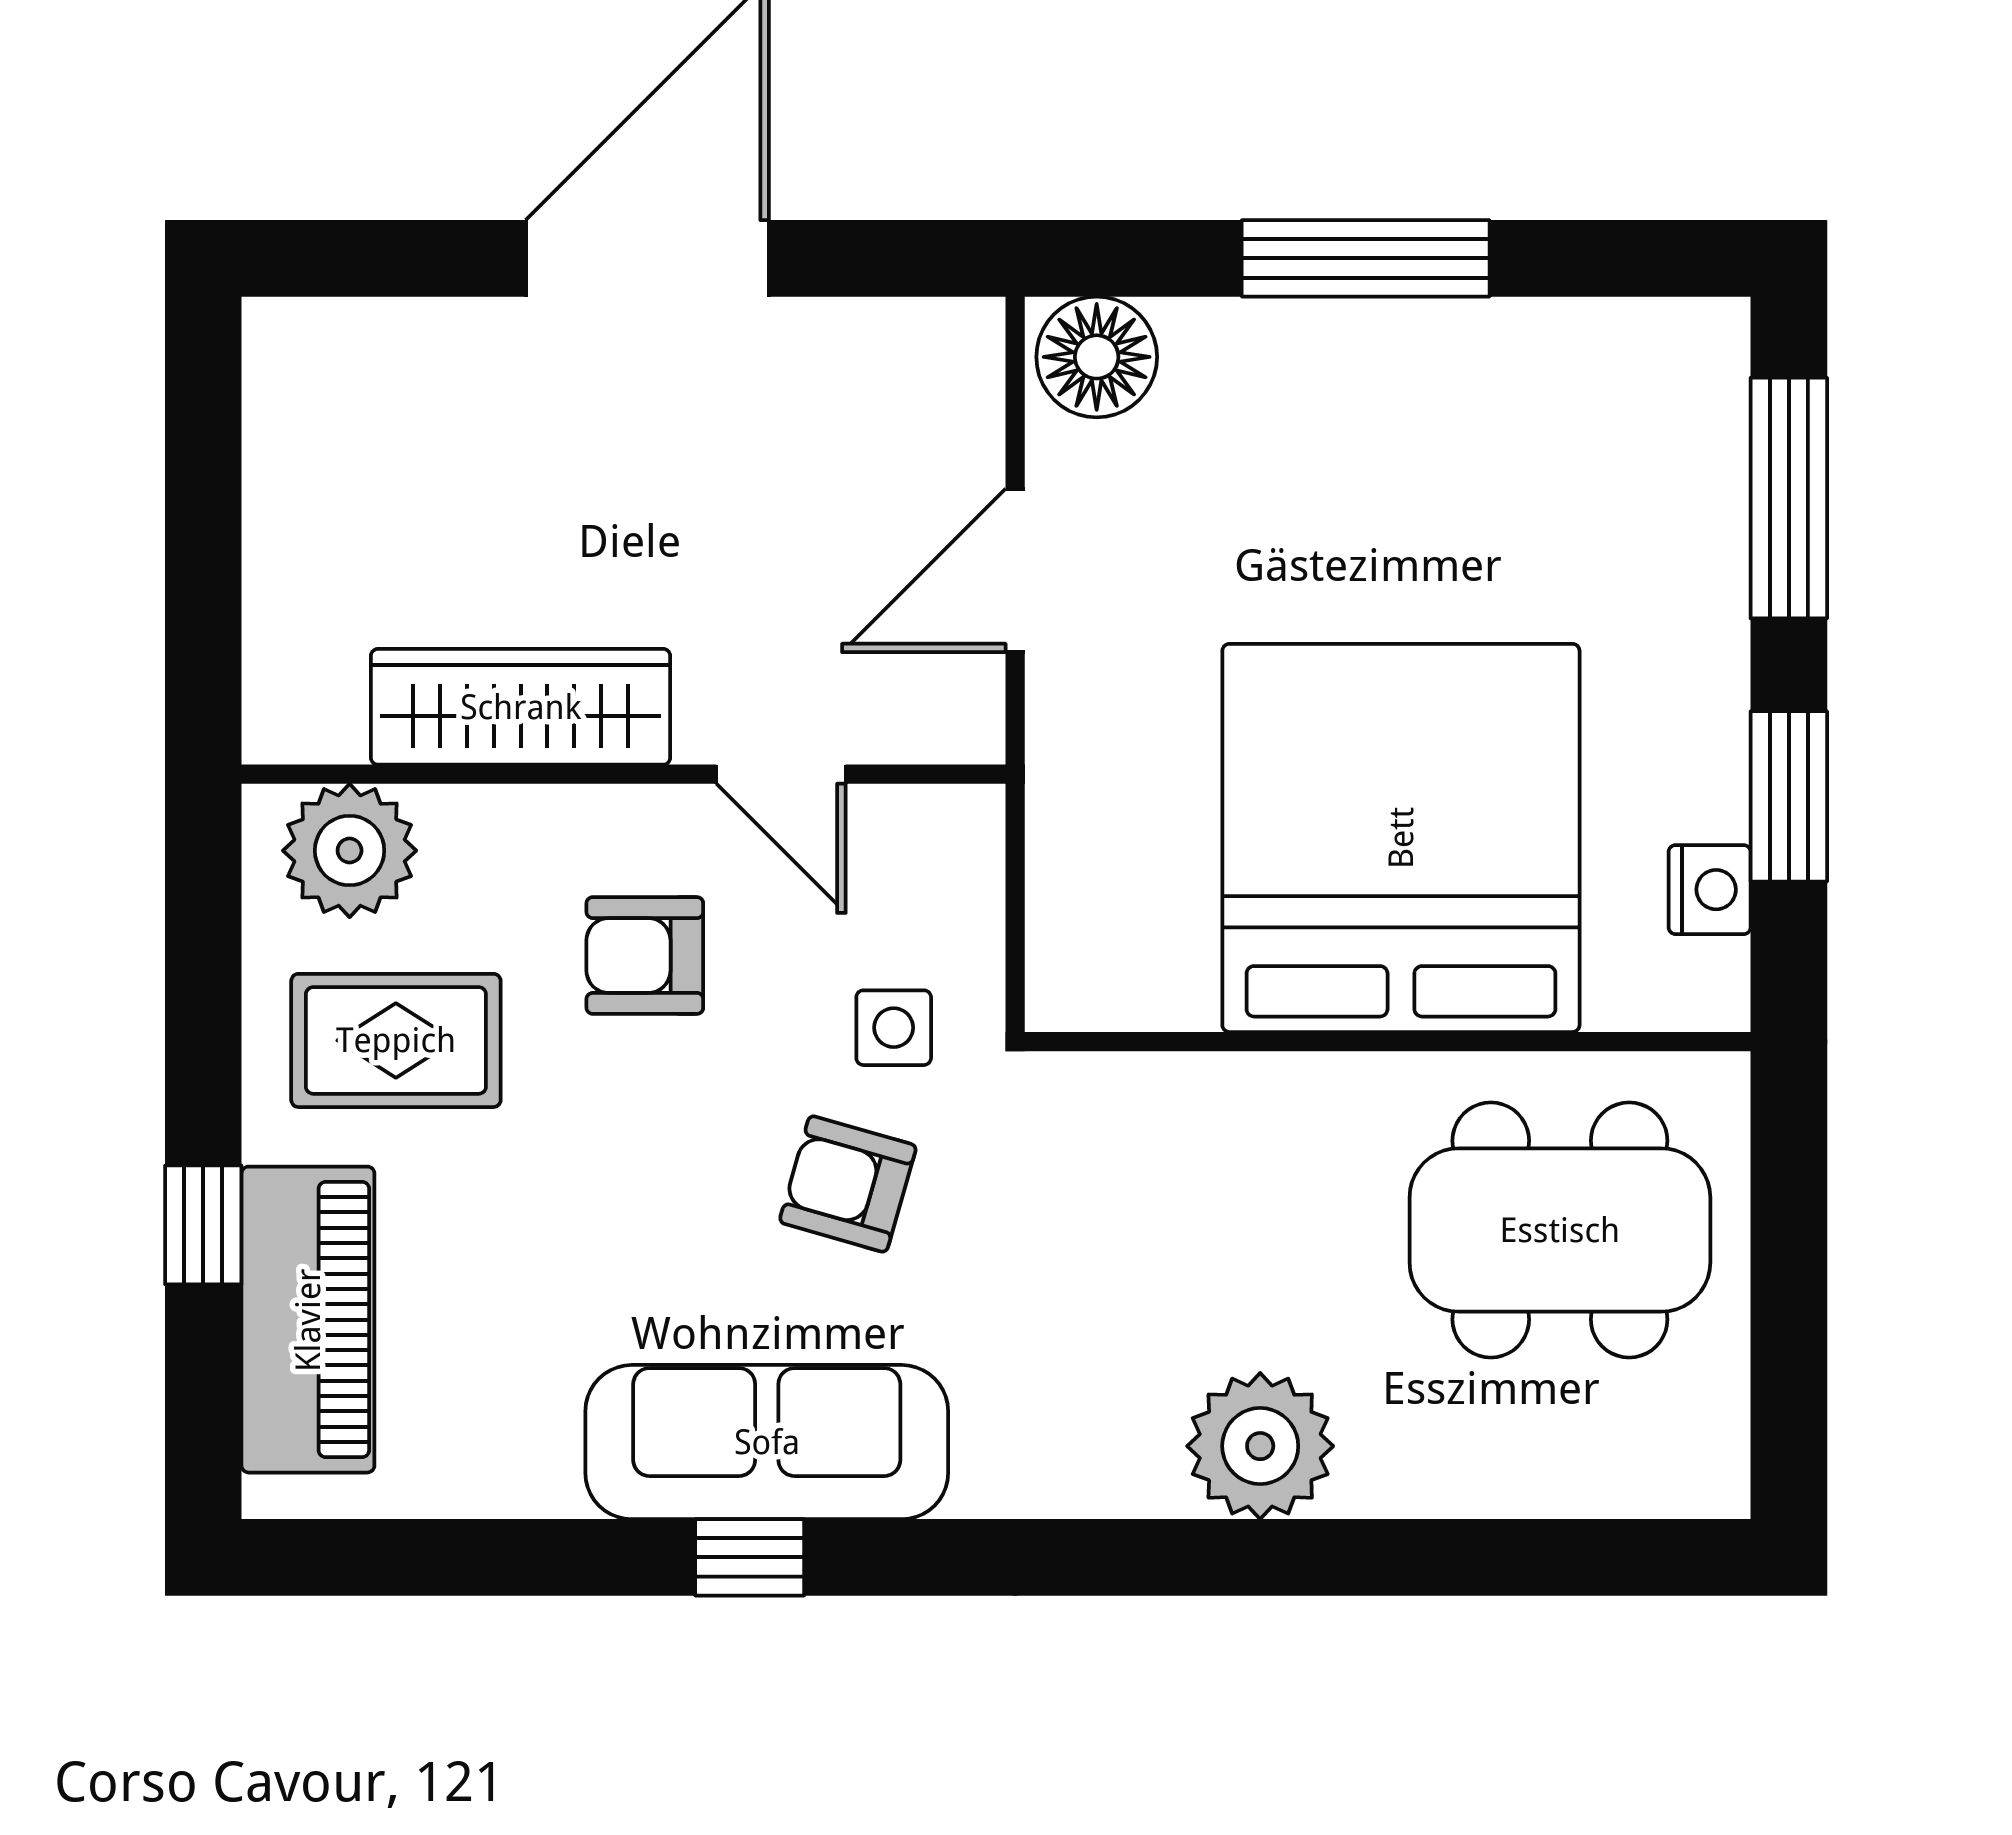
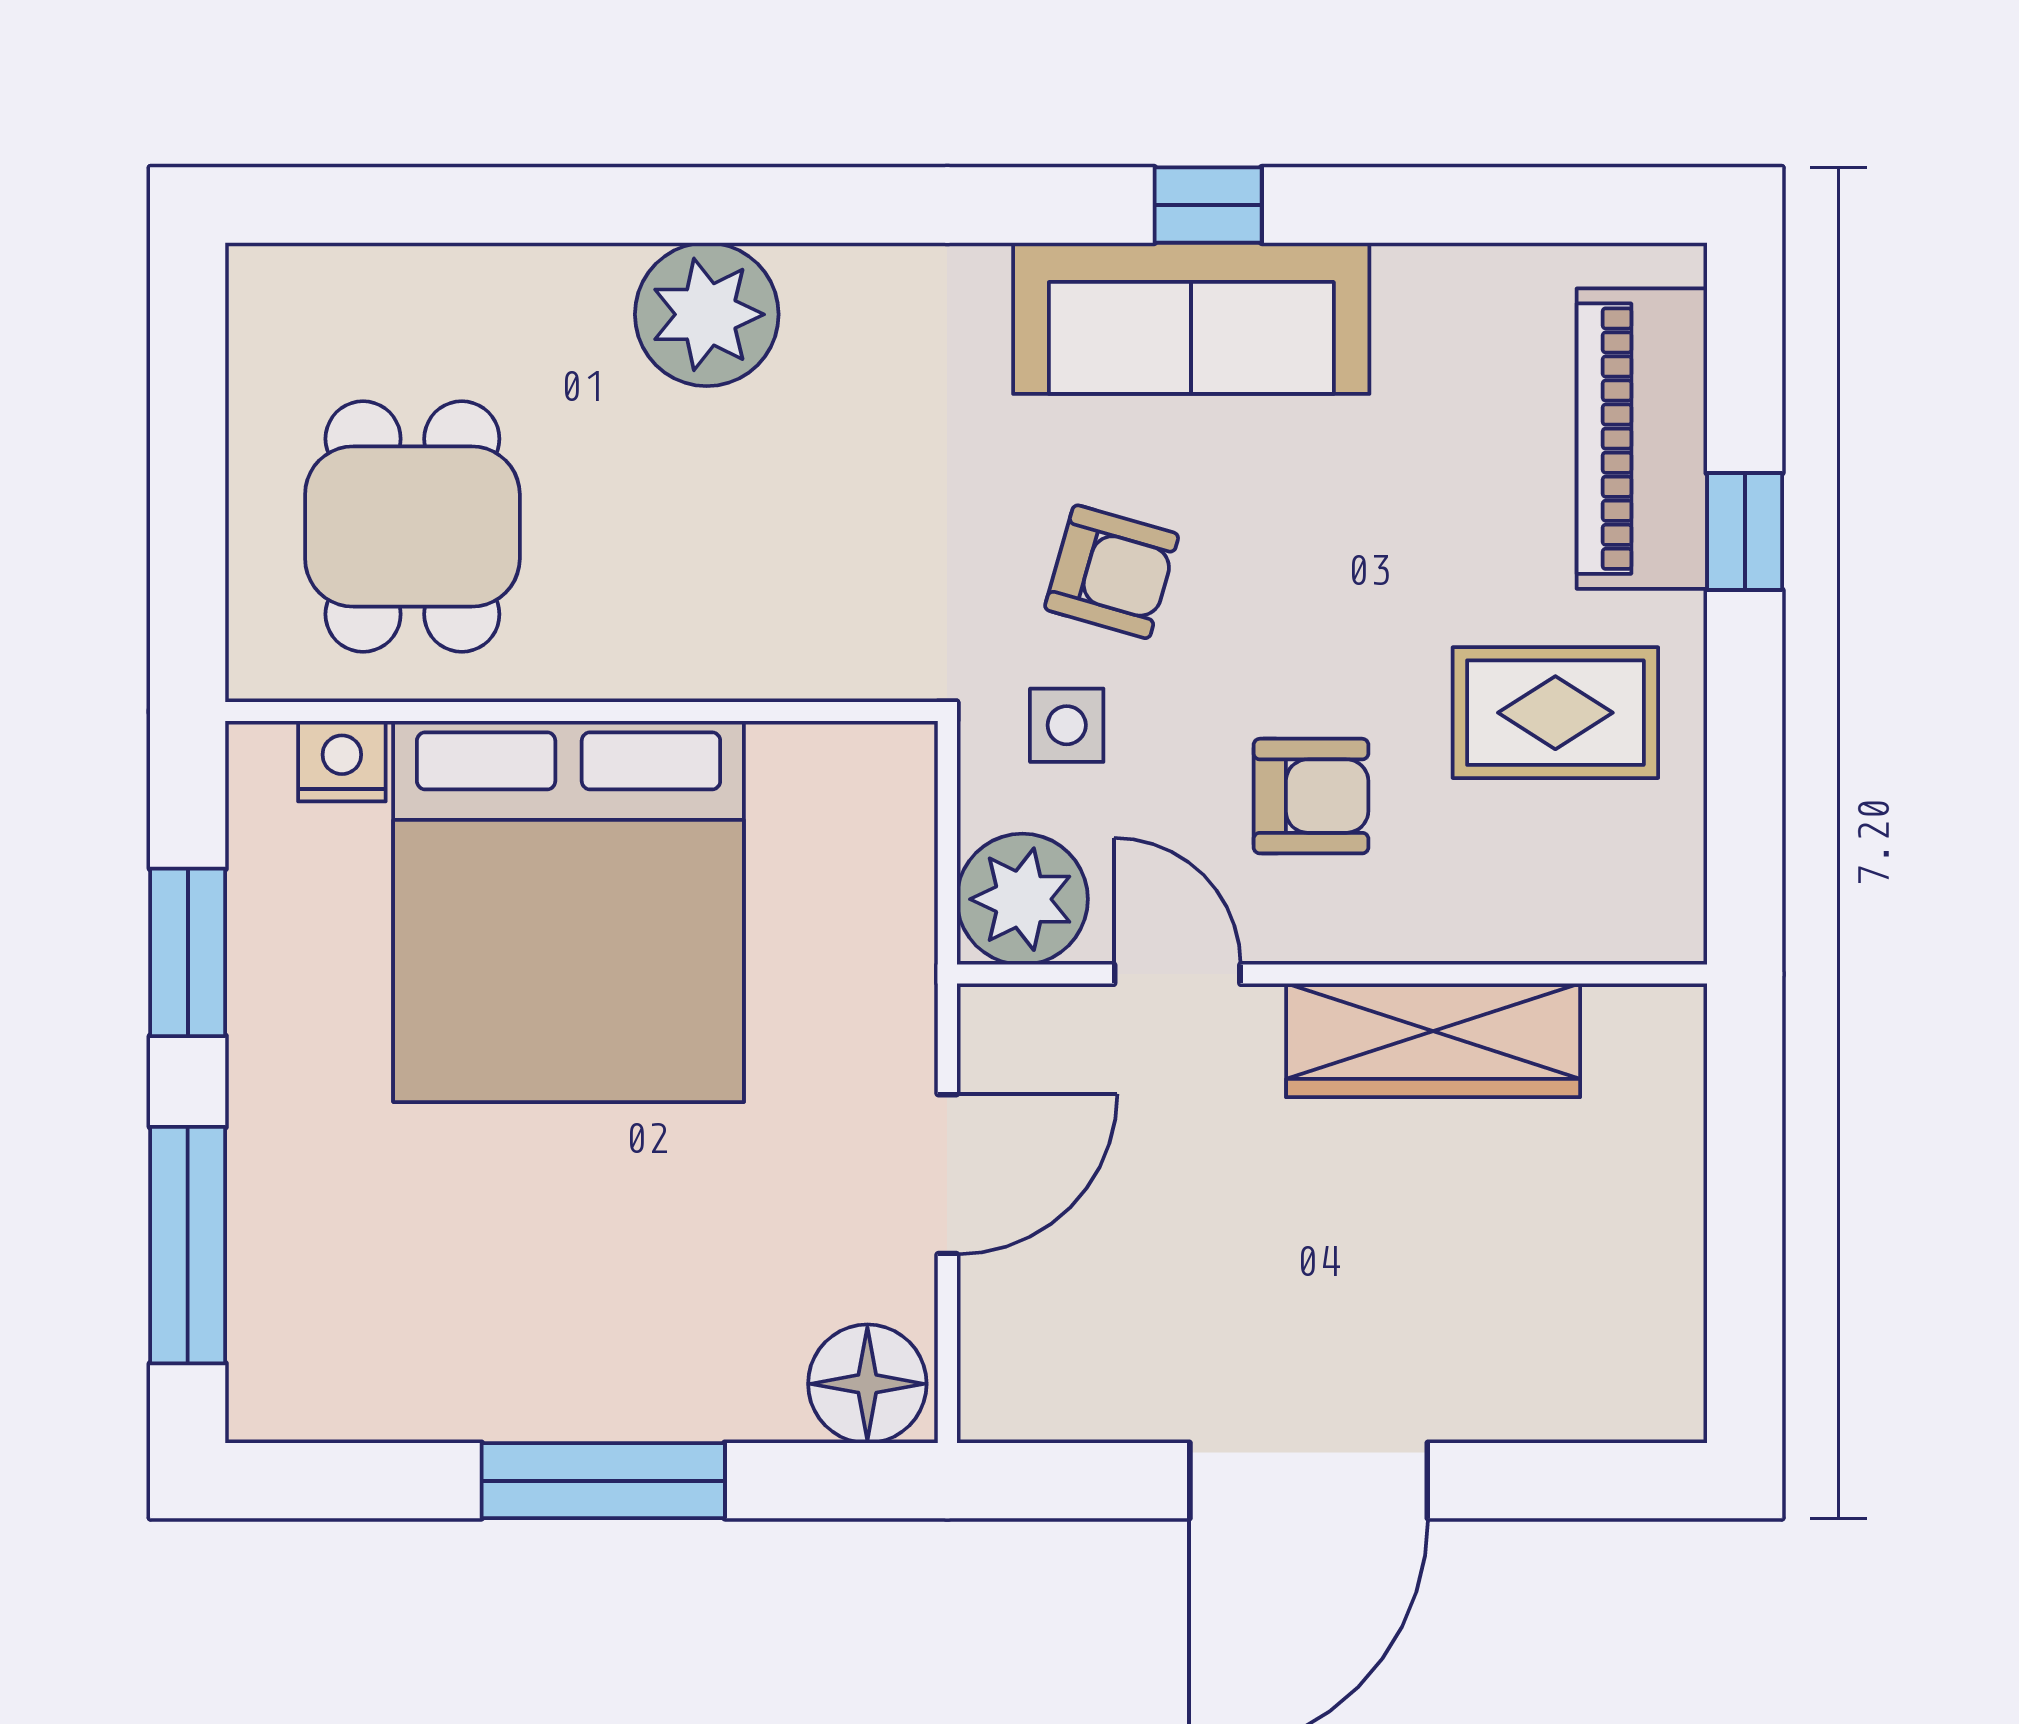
plant: (350, 851) -> (1022, 899), moved
nightstand: (1710, 890) -> (342, 761), moved, turned 90
dining table: (1560, 1230) -> (412, 527), width x0.73

